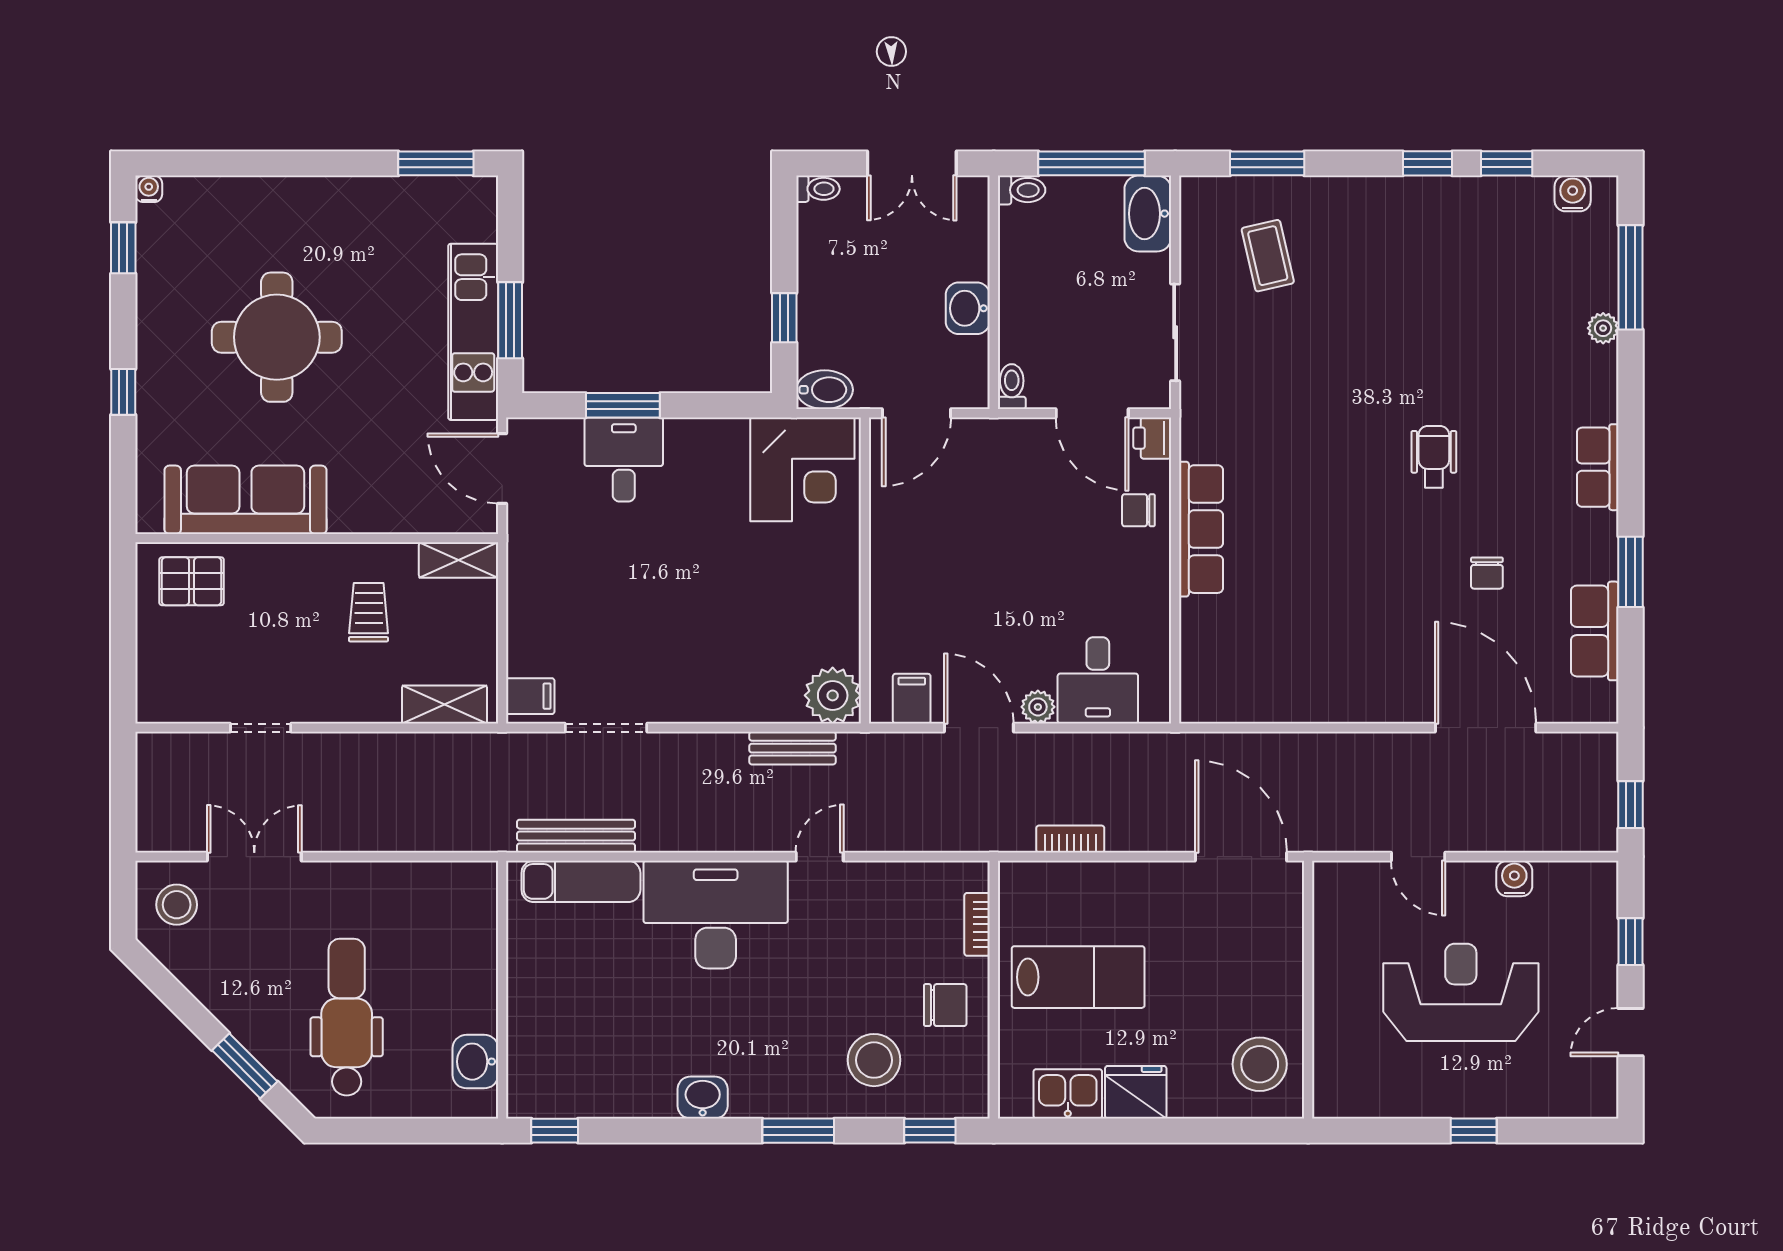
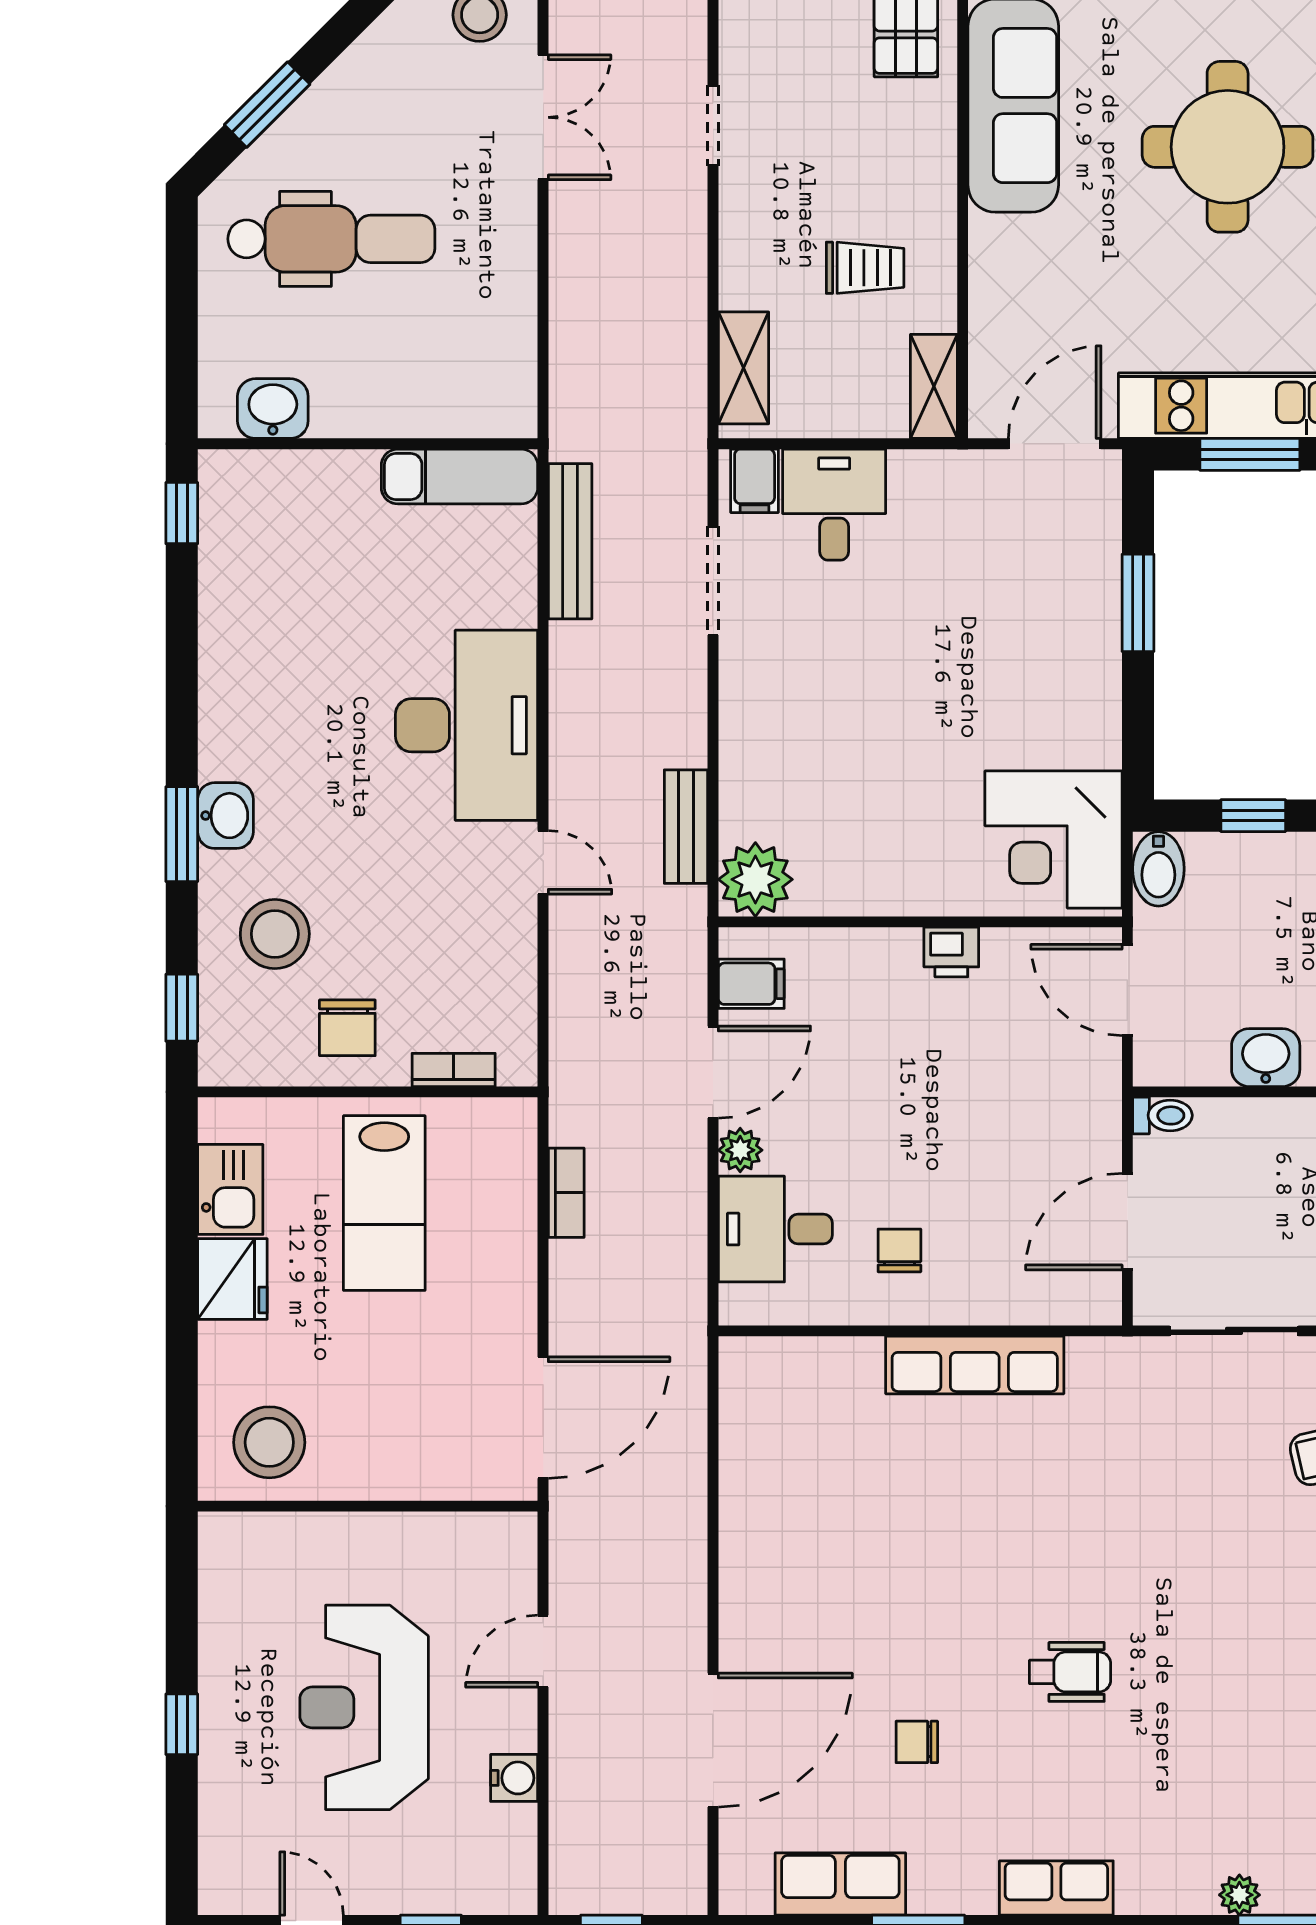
printer: (1152, 438) -> (951, 952), moved, turned 180
desk: (624, 459) -> (834, 505), moved, turned -90
chair: (1138, 510) -> (899, 1250), moved
exam couch: (581, 881) -> (459, 476), moved, turned -90
reception desk: (1461, 992) -> (364, 1707), turned 180
washbasin: (703, 1097) -> (226, 816), moved

